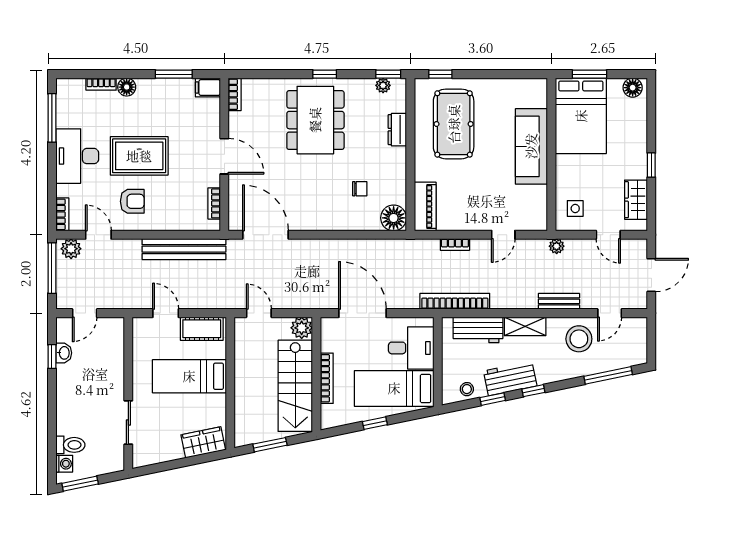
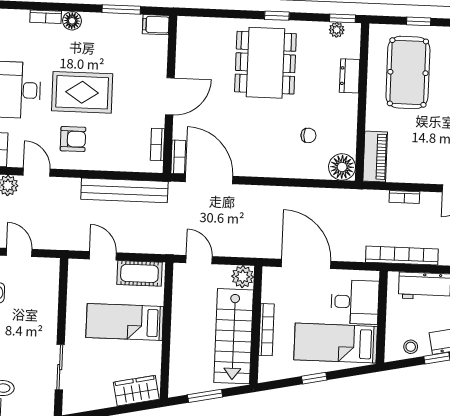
window: (440, 74) -> (419, 21), moved
bookcase: (235, 94) -> (178, 157), moved
door: (224, 156) -> (170, 96), hinge flipped
door: (85, 313) -> (19, 252), swing flipped

